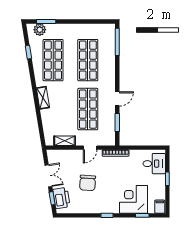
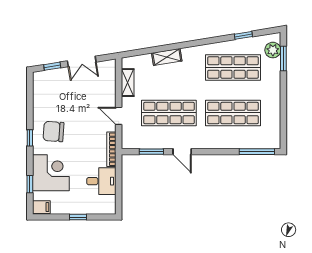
shelving: (43, 98) -> (167, 57), moved
desk: (154, 164) -> (101, 181), moved, turned -90
chair: (88, 183) -> (54, 132), moved
printer: (61, 198) -> (53, 78), removed

